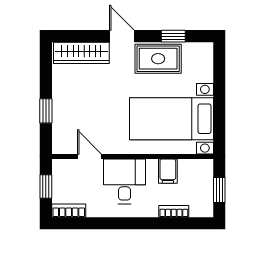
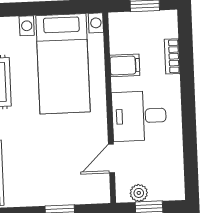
plant: (59, 178) -> (139, 193), added
bookcase: (69, 211) -> (176, 180), removed

